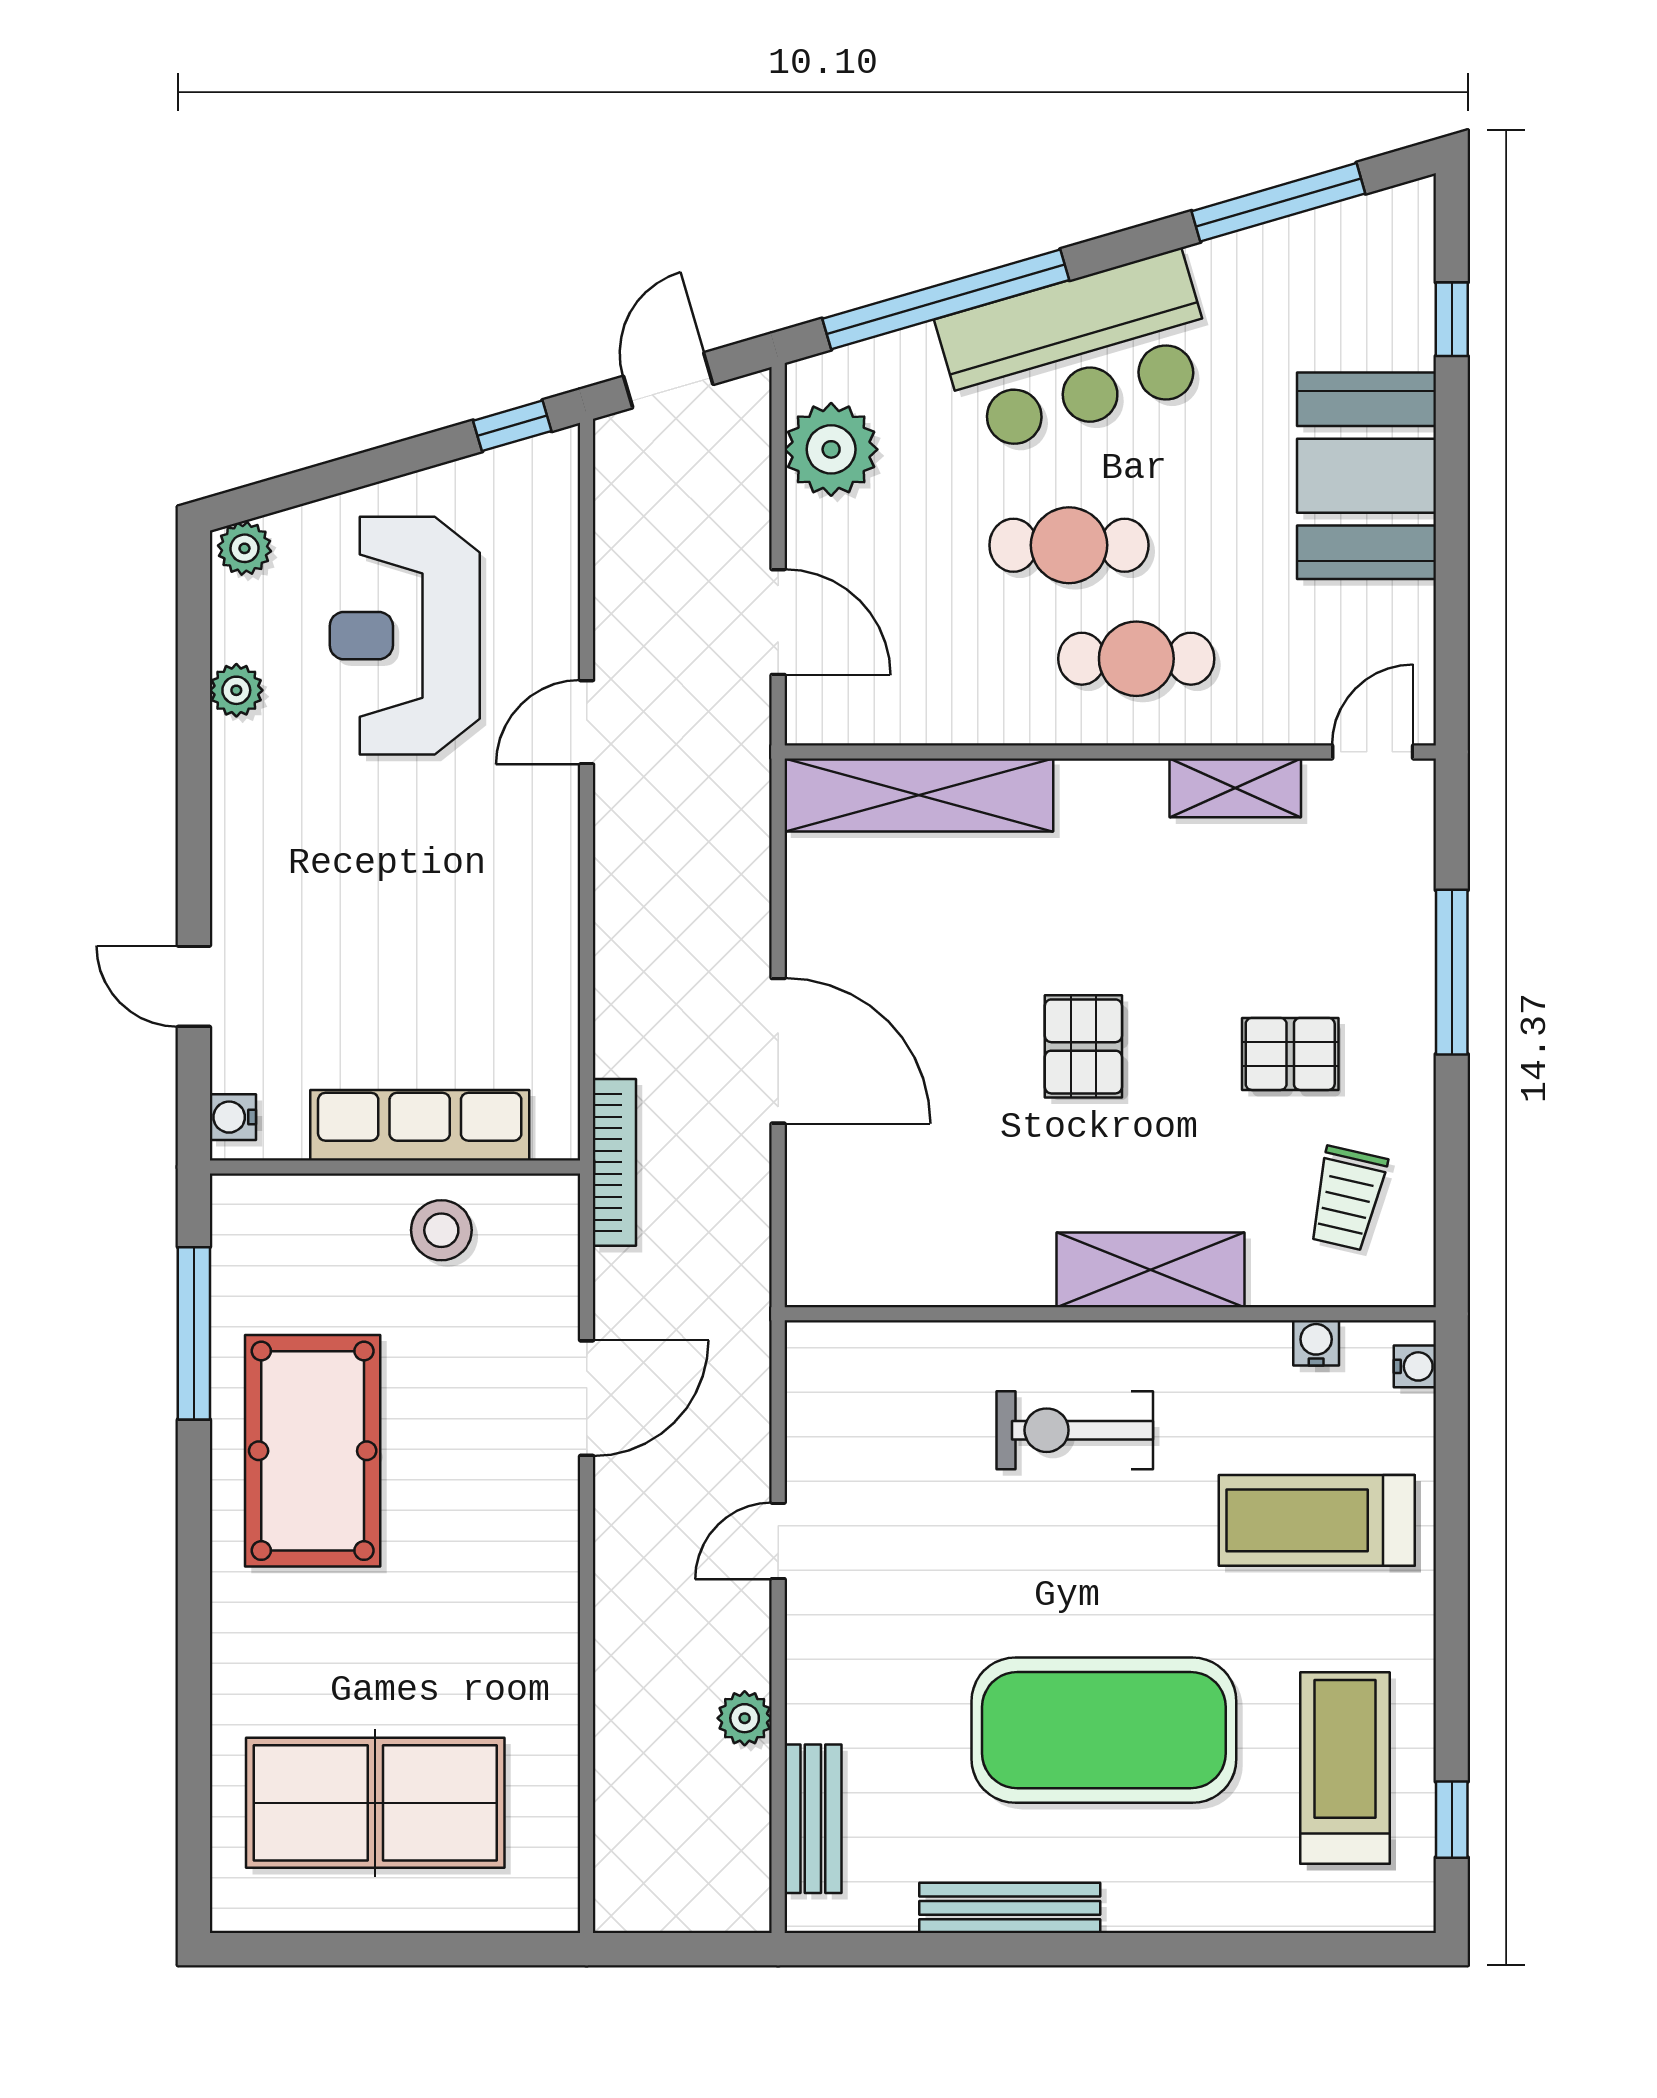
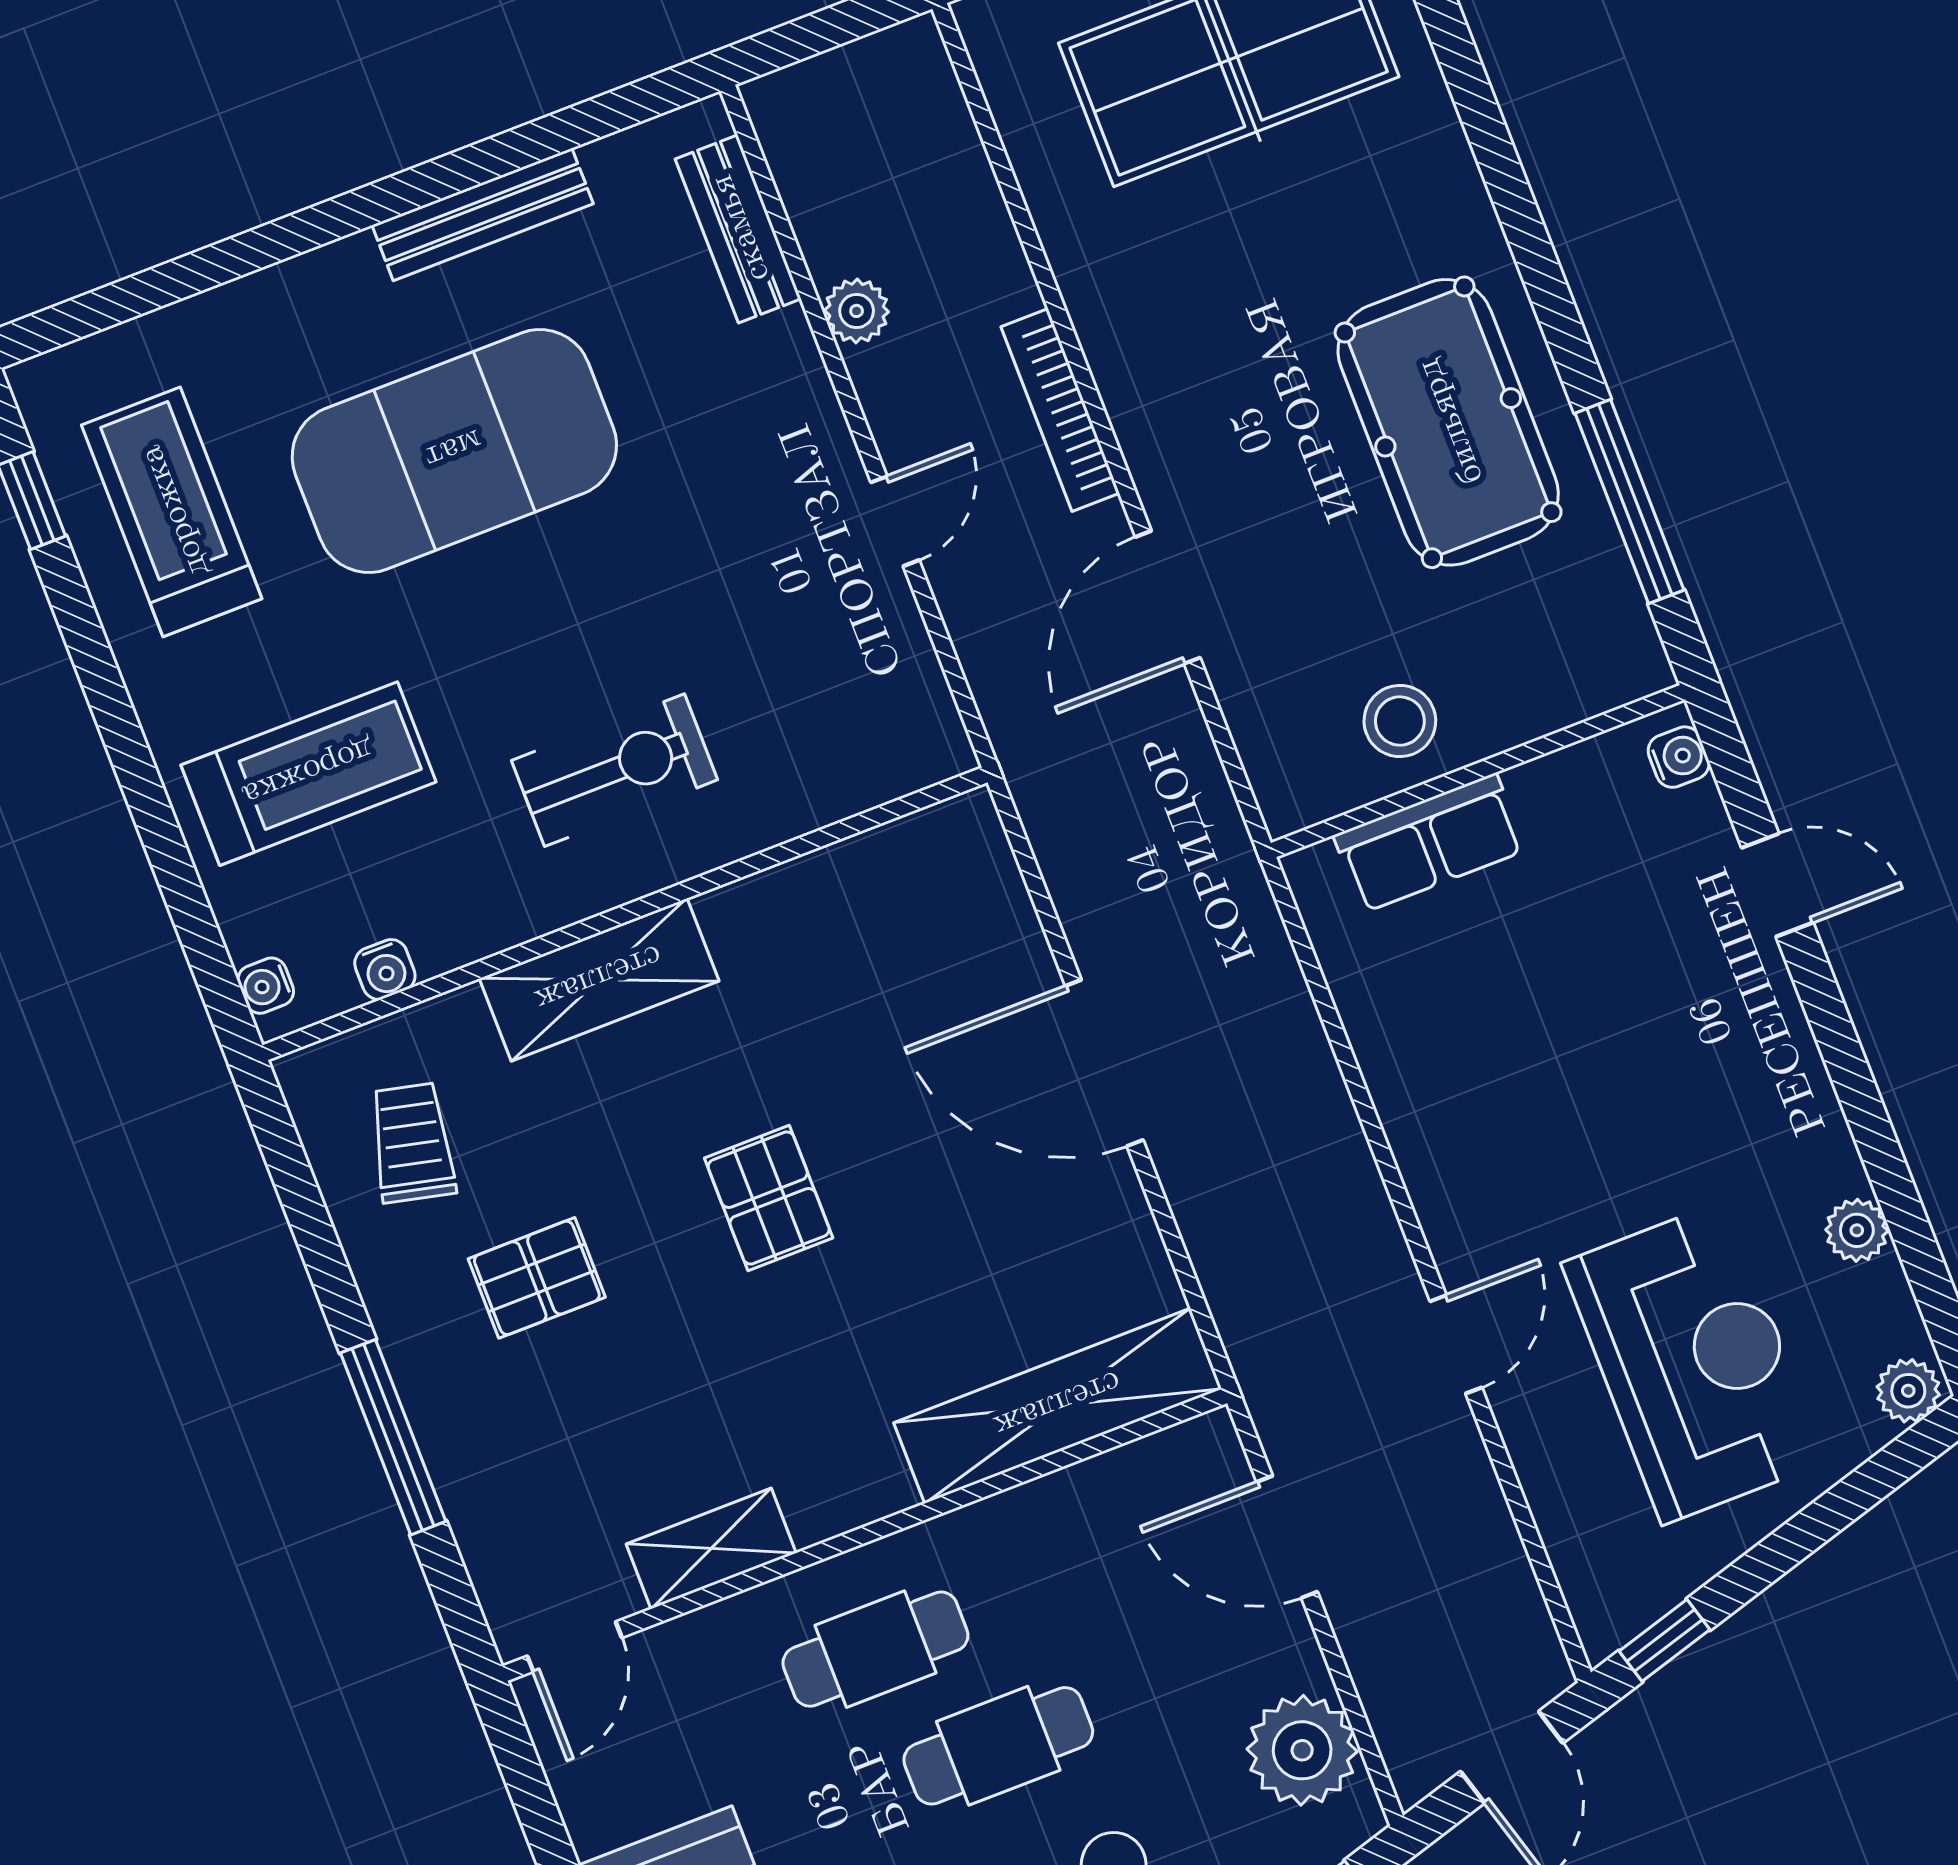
row of seats: (420, 1125) -> (1430, 843), width x0.68
bookcase: (614, 1162) -> (1060, 410), moved
treadmill: (1345, 1768) -> (172, 512), turned 180

